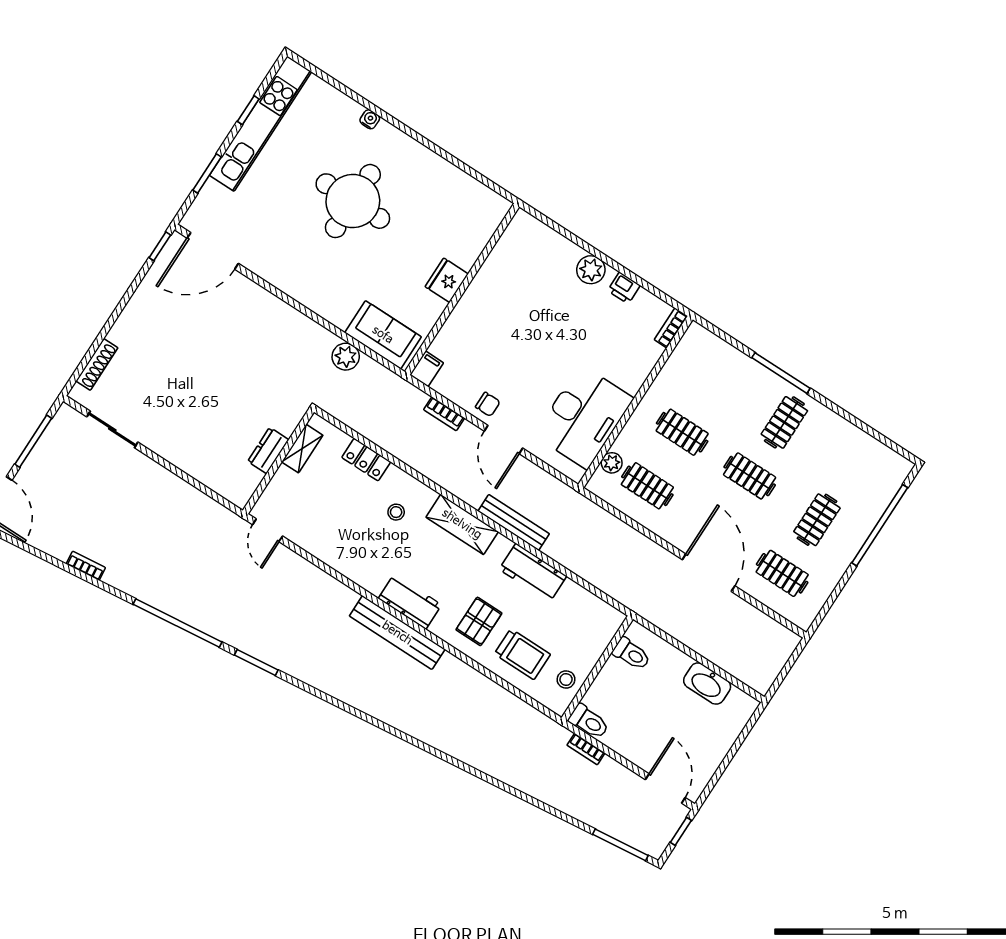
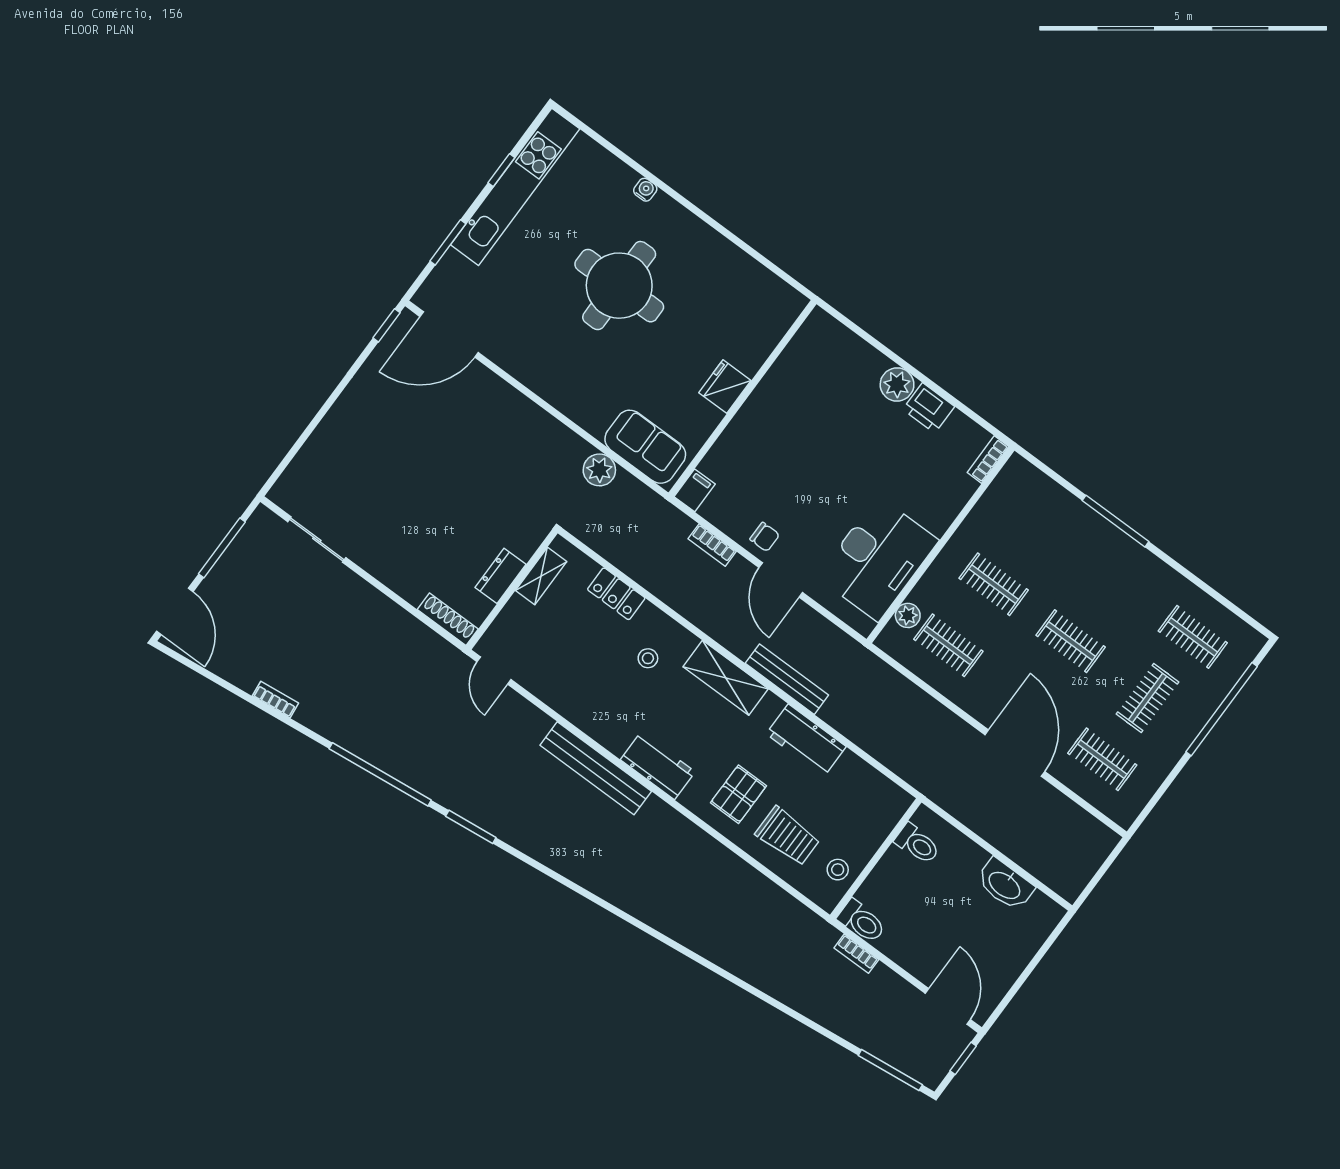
printer: (624, 288) -> (929, 408), width x1.36, depth x1.24
shoe rack: (97, 364) -> (448, 619), moved, turned -90
clothes rail: (784, 422) -> (1193, 637), moved, turned 90
bench: (397, 633) -> (596, 768), moved

